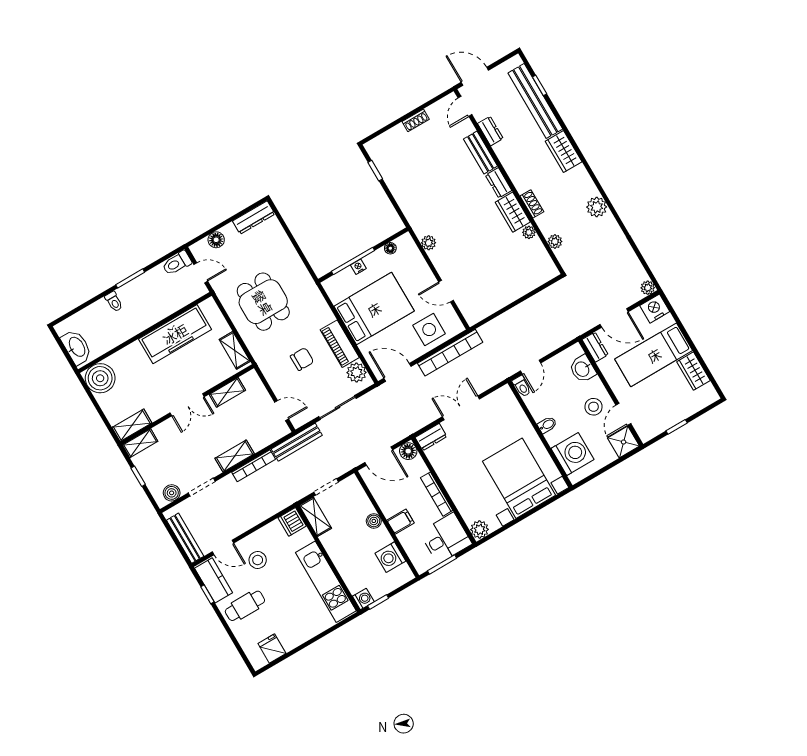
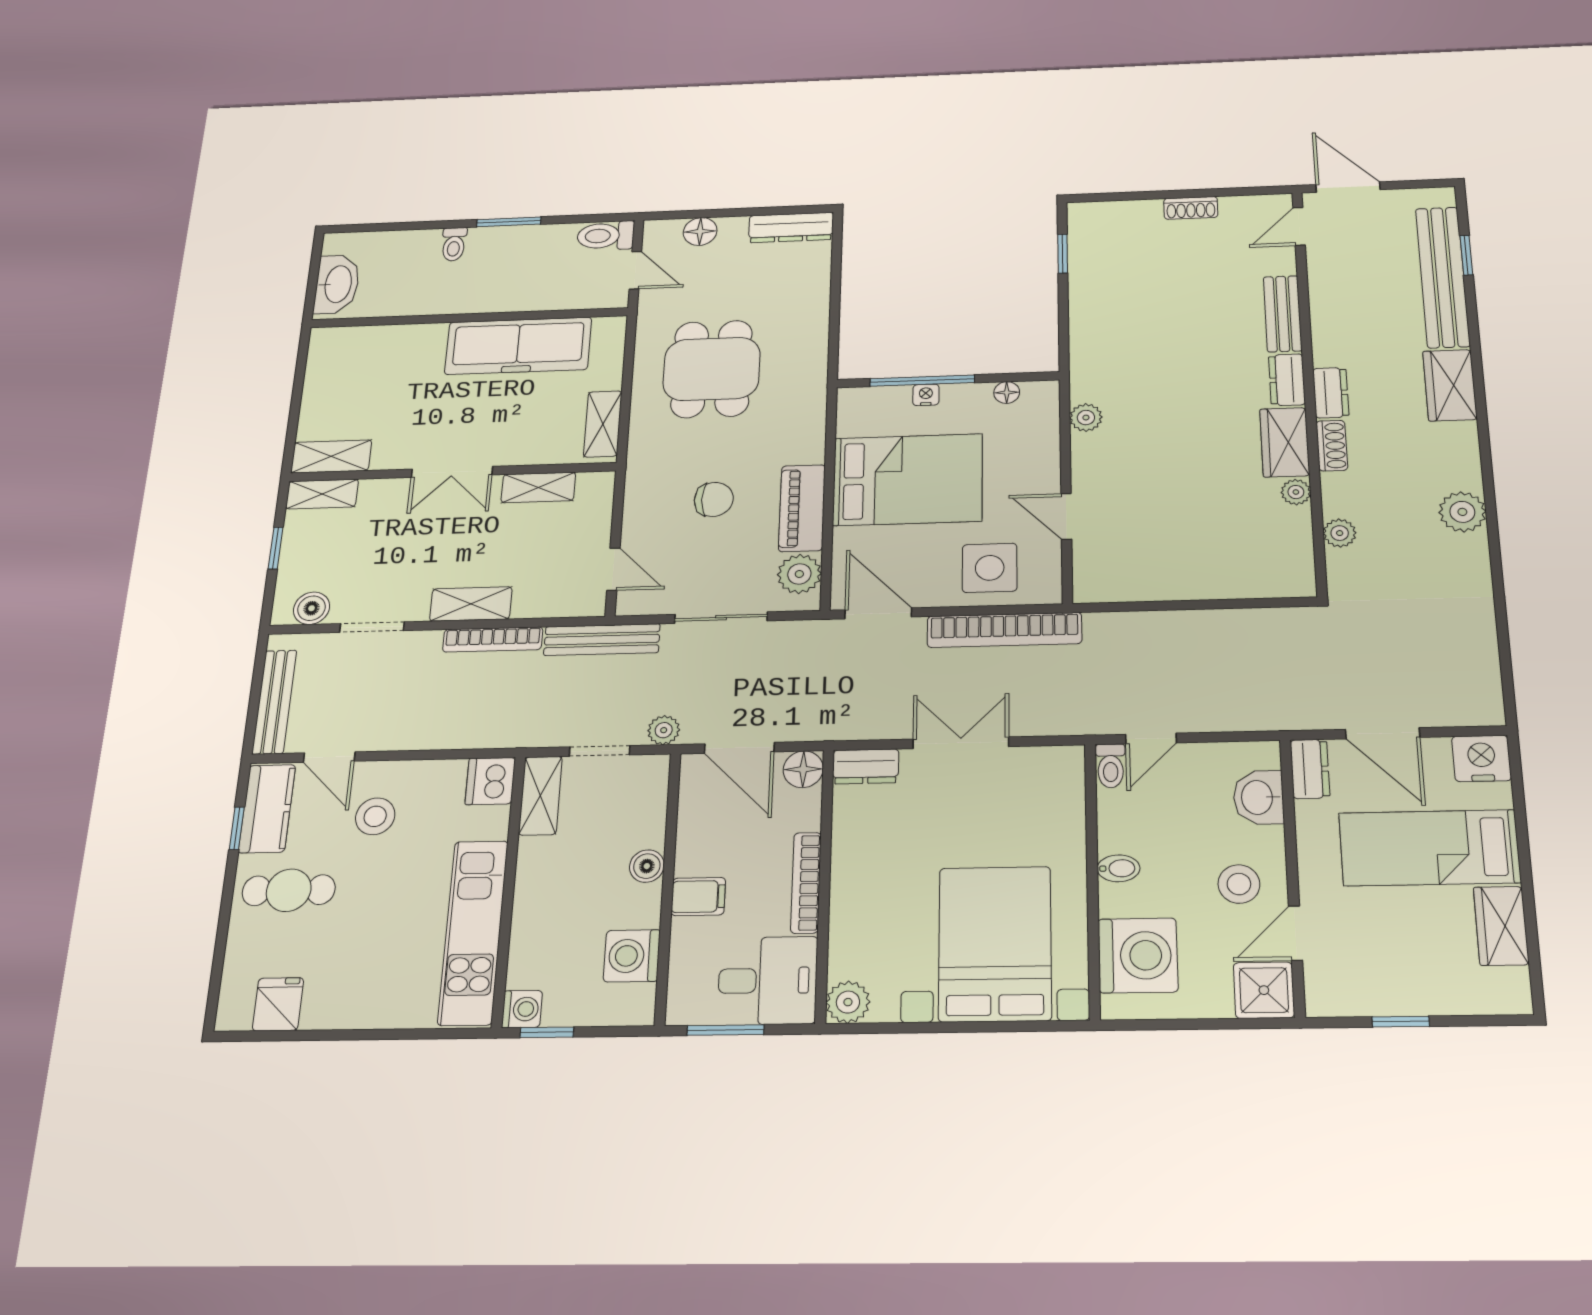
dresser: (490, 131) -> (1331, 393), moved
plant: (648, 288) -> (664, 730), moved
boiler: (100, 378) -> (337, 353), removed

